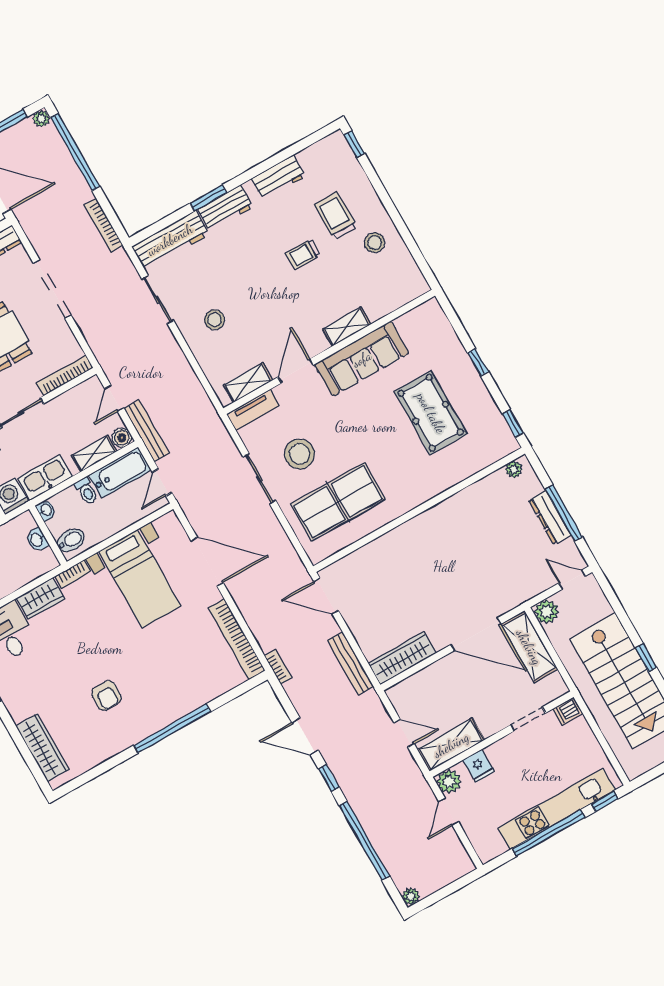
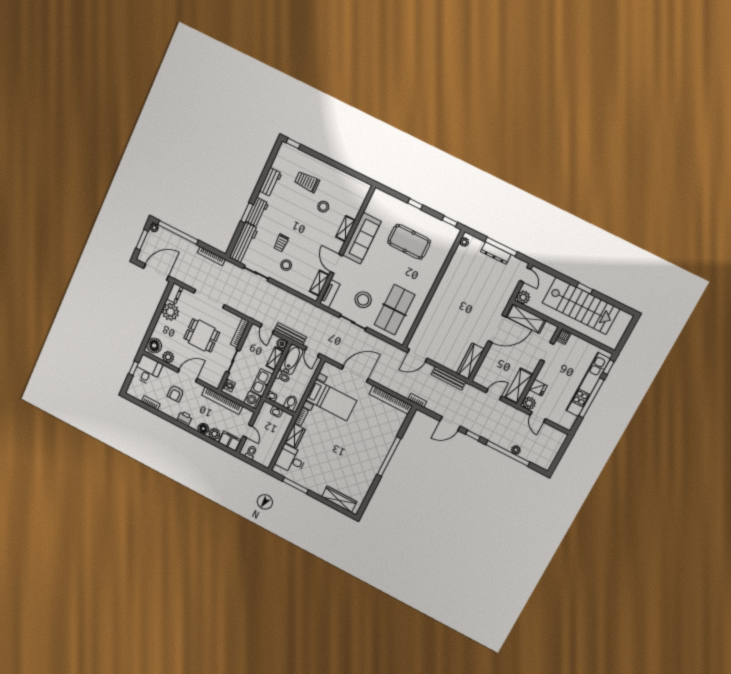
stool: (375, 243) -> (323, 207), moved
trolley: (303, 254) -> (281, 243), moved
door: (572, 580) -> (525, 275), swing flipped
armchair: (106, 696) -> (351, 460), removed
plant: (411, 896) -> (516, 450), moved

